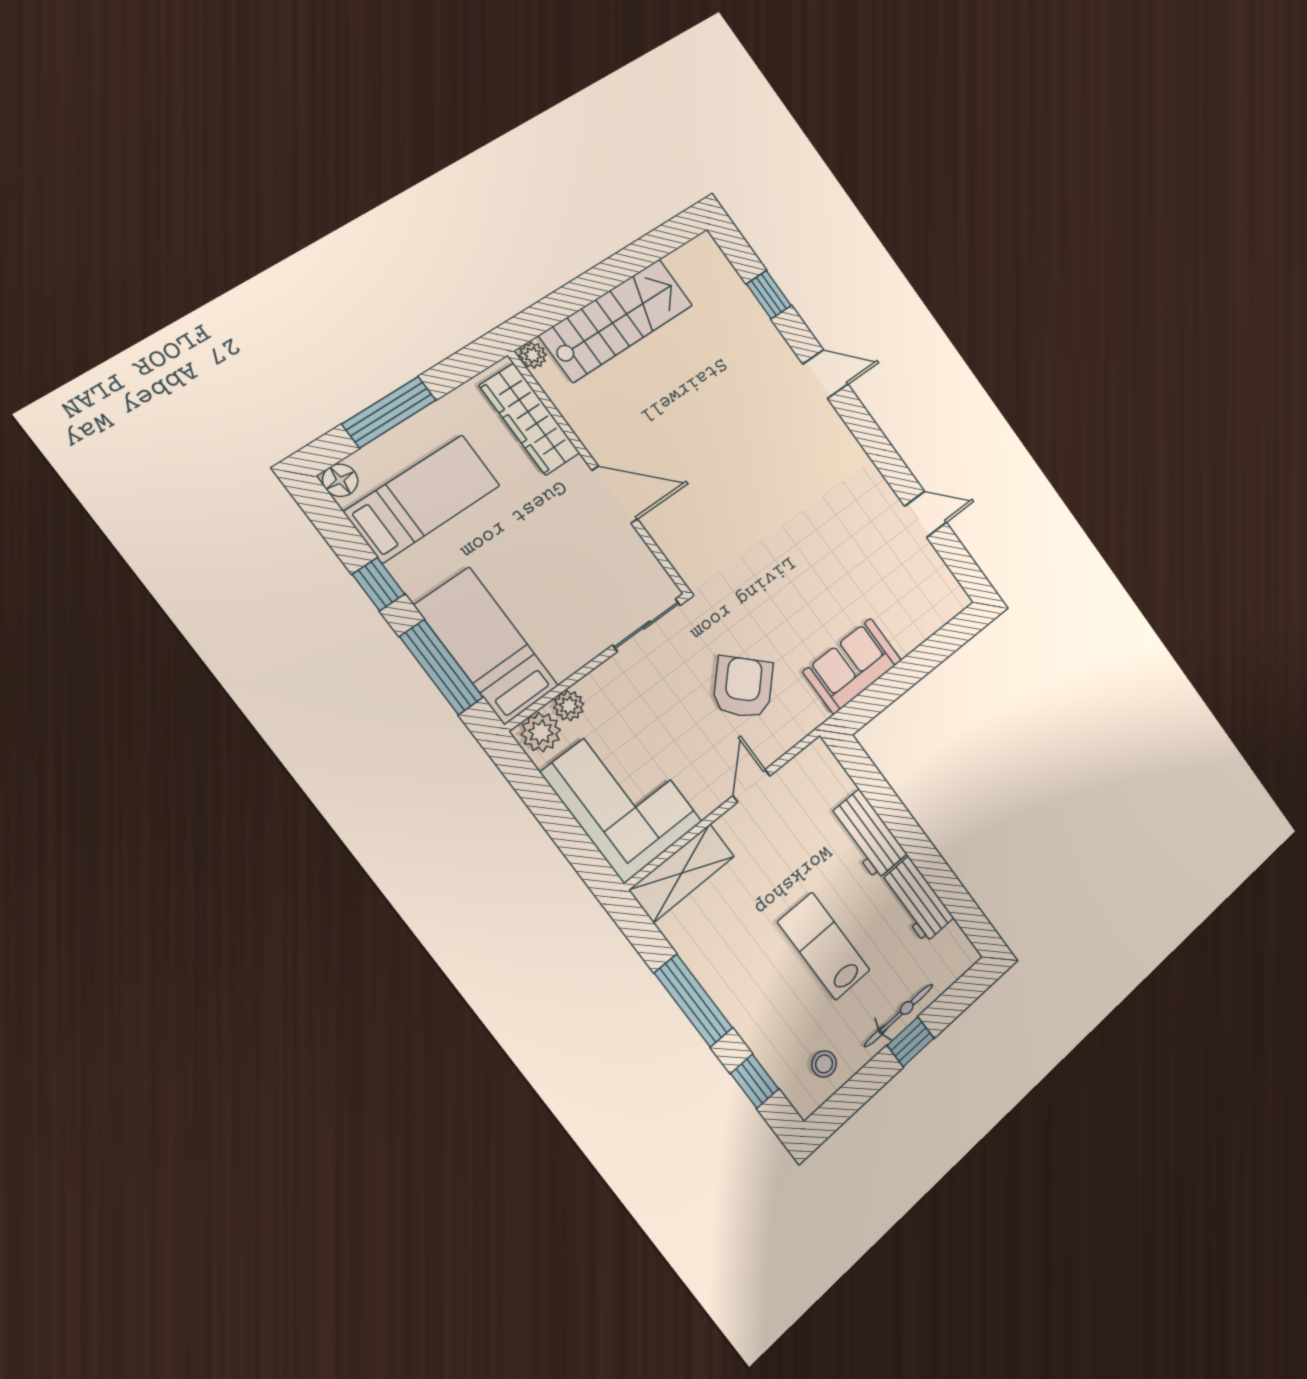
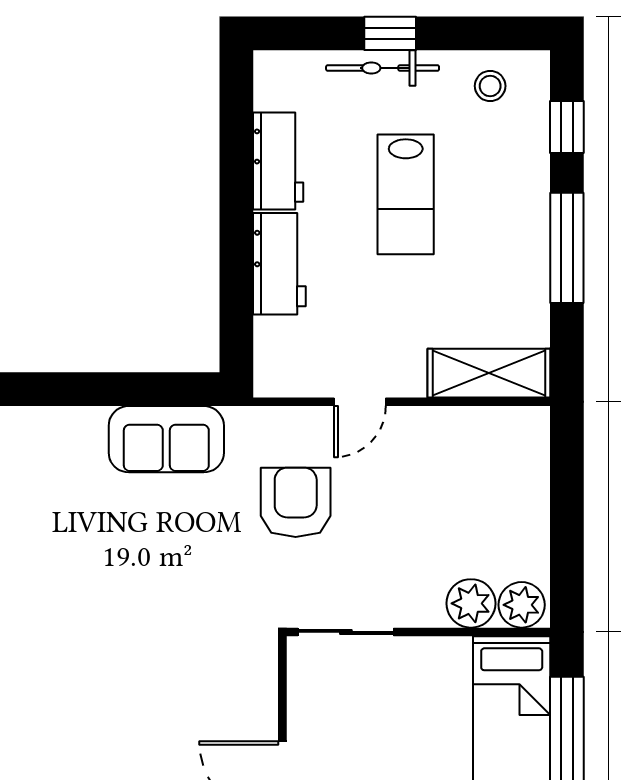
armchair: (743, 687) -> (296, 502), turned 136
plant: (569, 706) -> (471, 603), width x1.38, depth x1.38
corner sofa: (622, 797) -> (492, 488), removed

